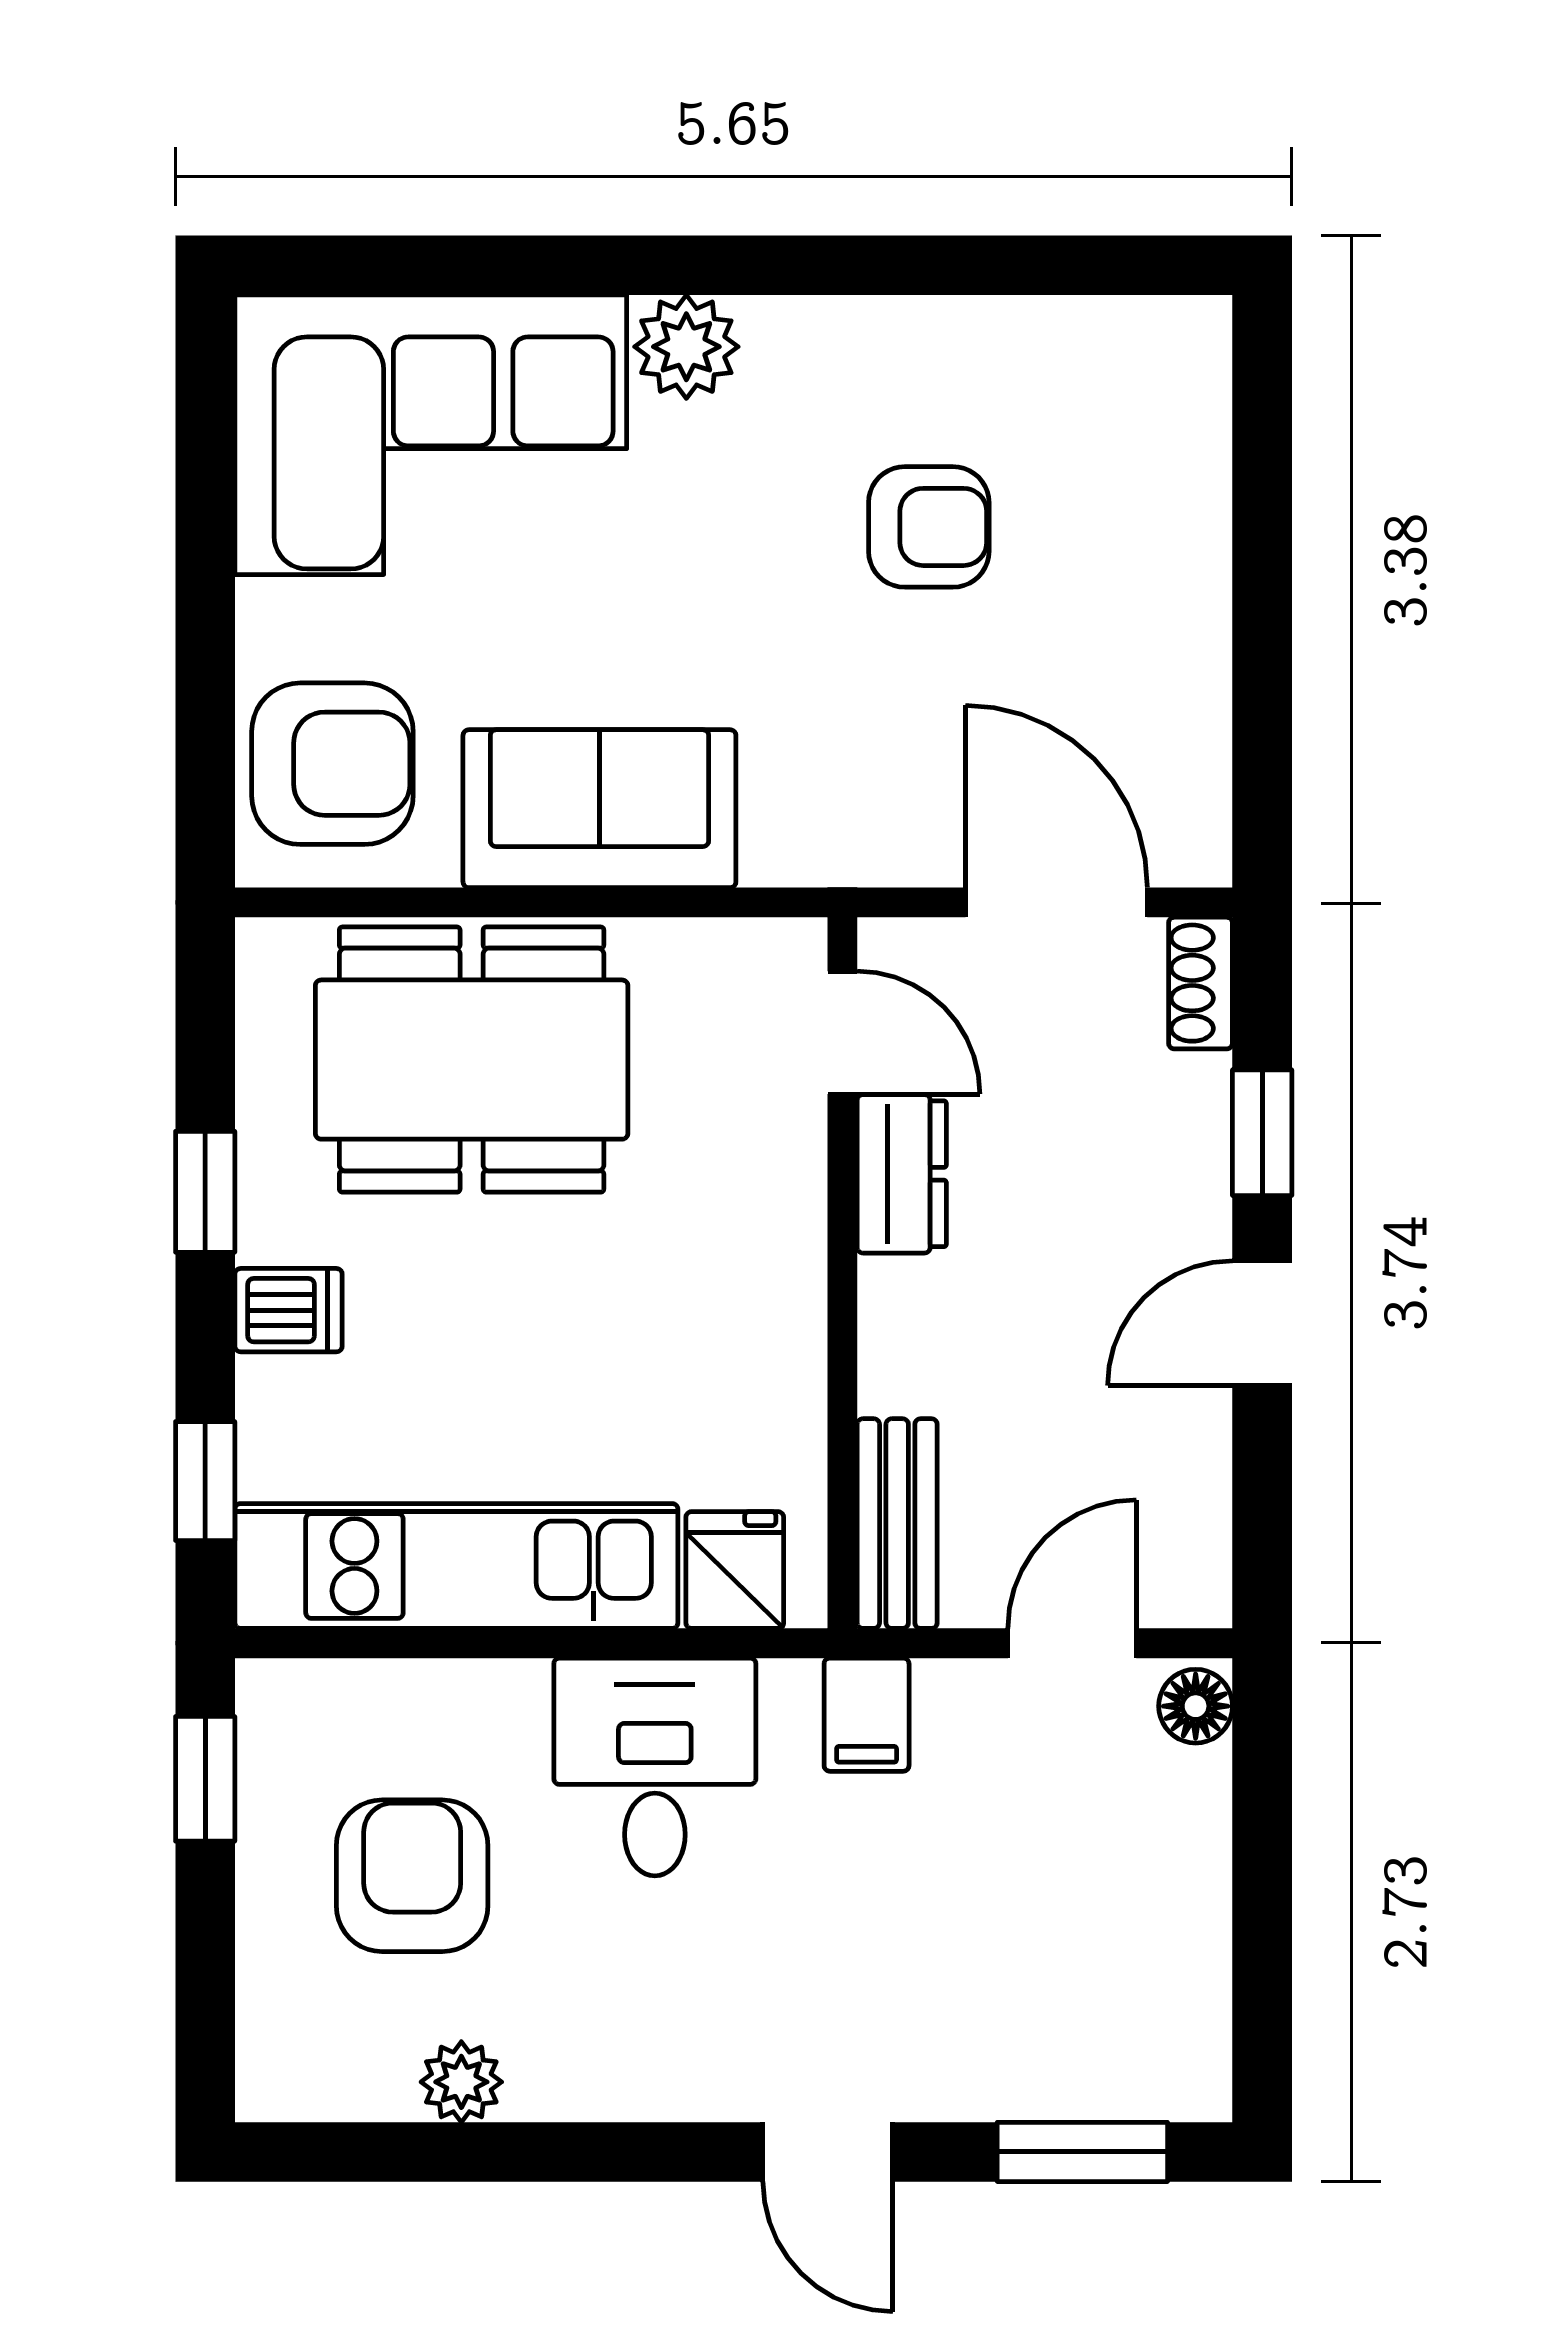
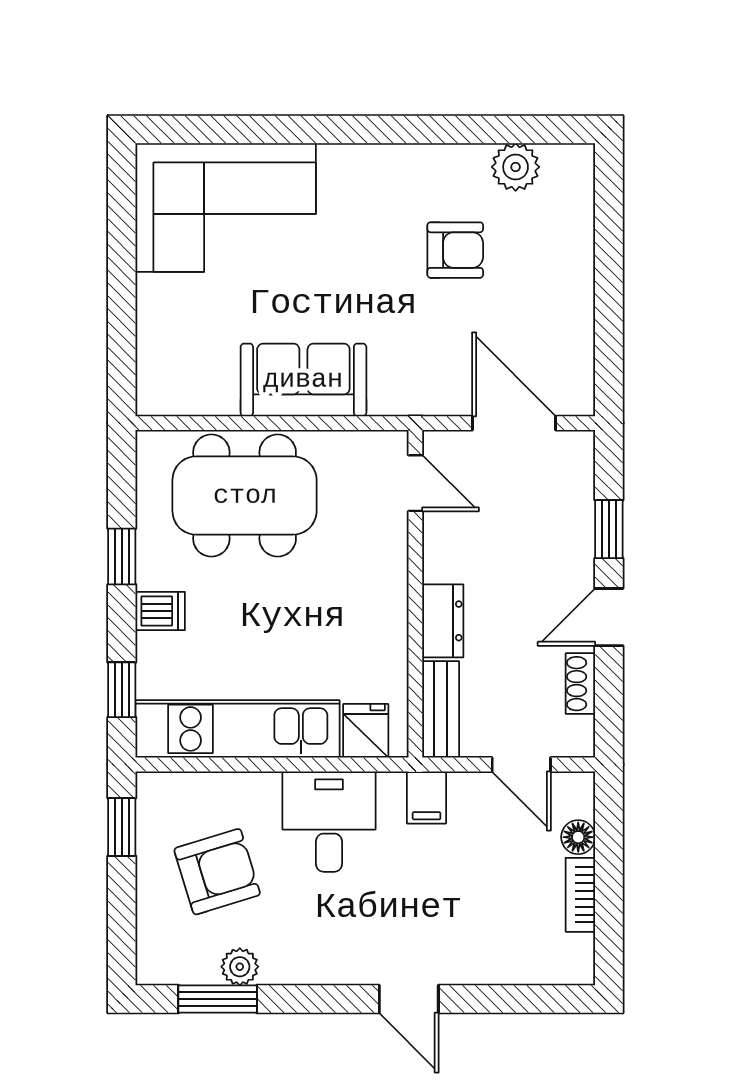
plant: (686, 347) -> (516, 167), moved
armchair: (332, 764) -> (180, 359), removed
shoe rack: (1201, 983) -> (580, 684), moved
dresser: (902, 1174) -> (443, 621), moved
door: (1072, 1643) -> (521, 765), swing flipped
floor lamp: (1196, 1706) -> (578, 837), moved
armchair: (412, 1876) -> (217, 872), turned 73
bookcase: (1200, 1926) -> (580, 895), added
window: (1082, 2152) -> (218, 999), moved

